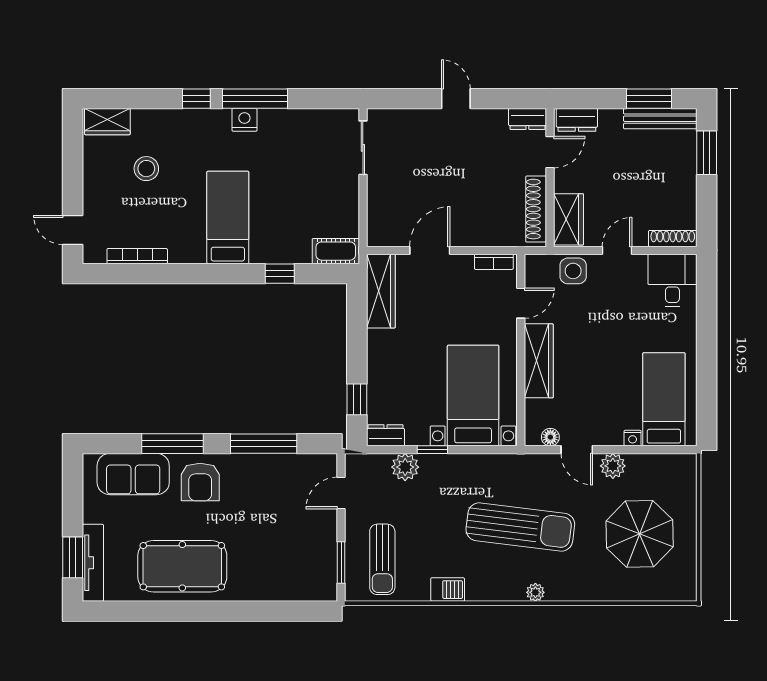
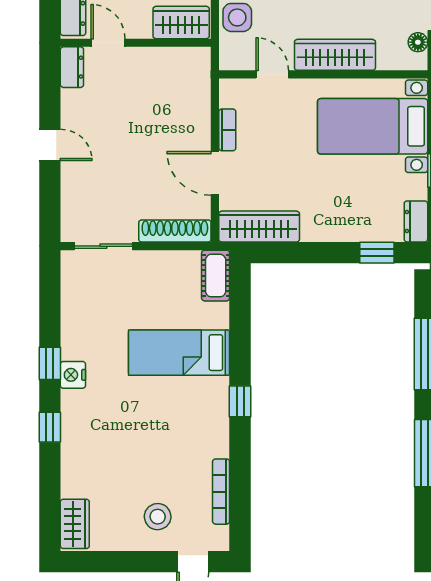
window: (255, 99) -> (50, 363), width x0.46
door: (456, 99) -> (50, 145), swing flipped
stool: (146, 169) -> (158, 517), moved
shoe rack: (536, 209) -> (175, 231), moved, turned 180
bed: (228, 217) -> (179, 353), moved
bookcase: (494, 262) -> (227, 130), moved
window: (280, 274) -> (240, 401), moved

